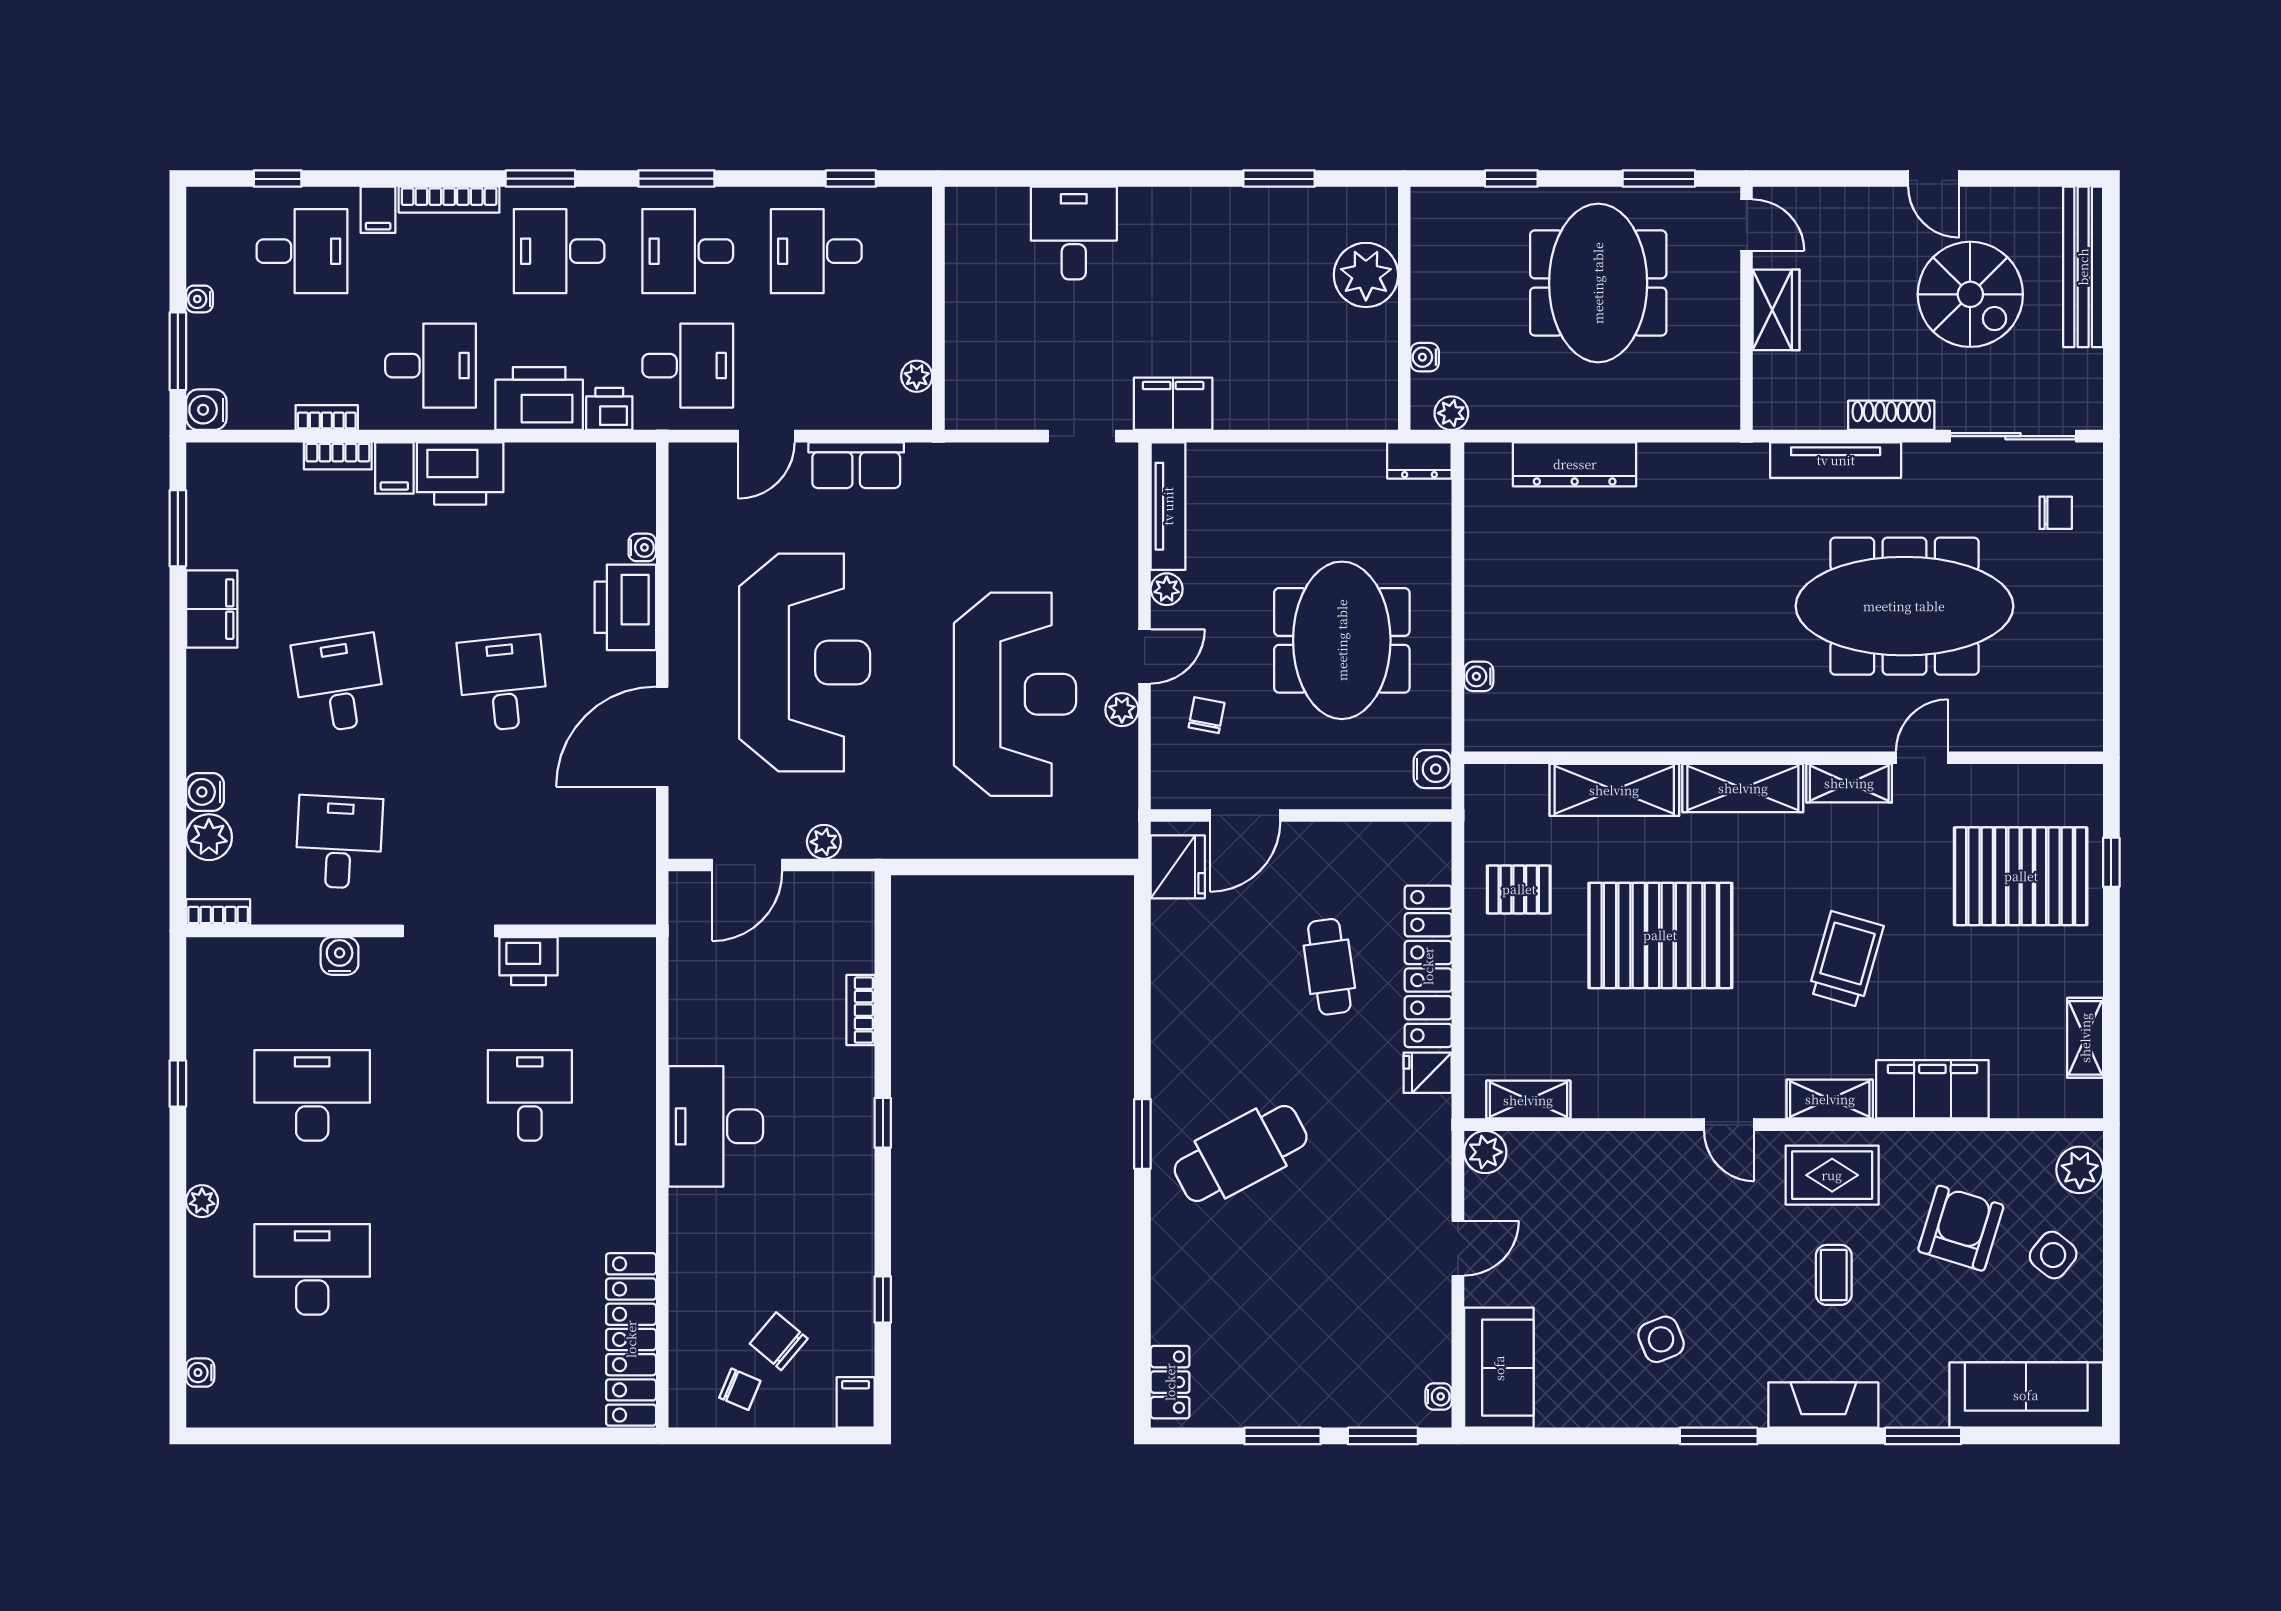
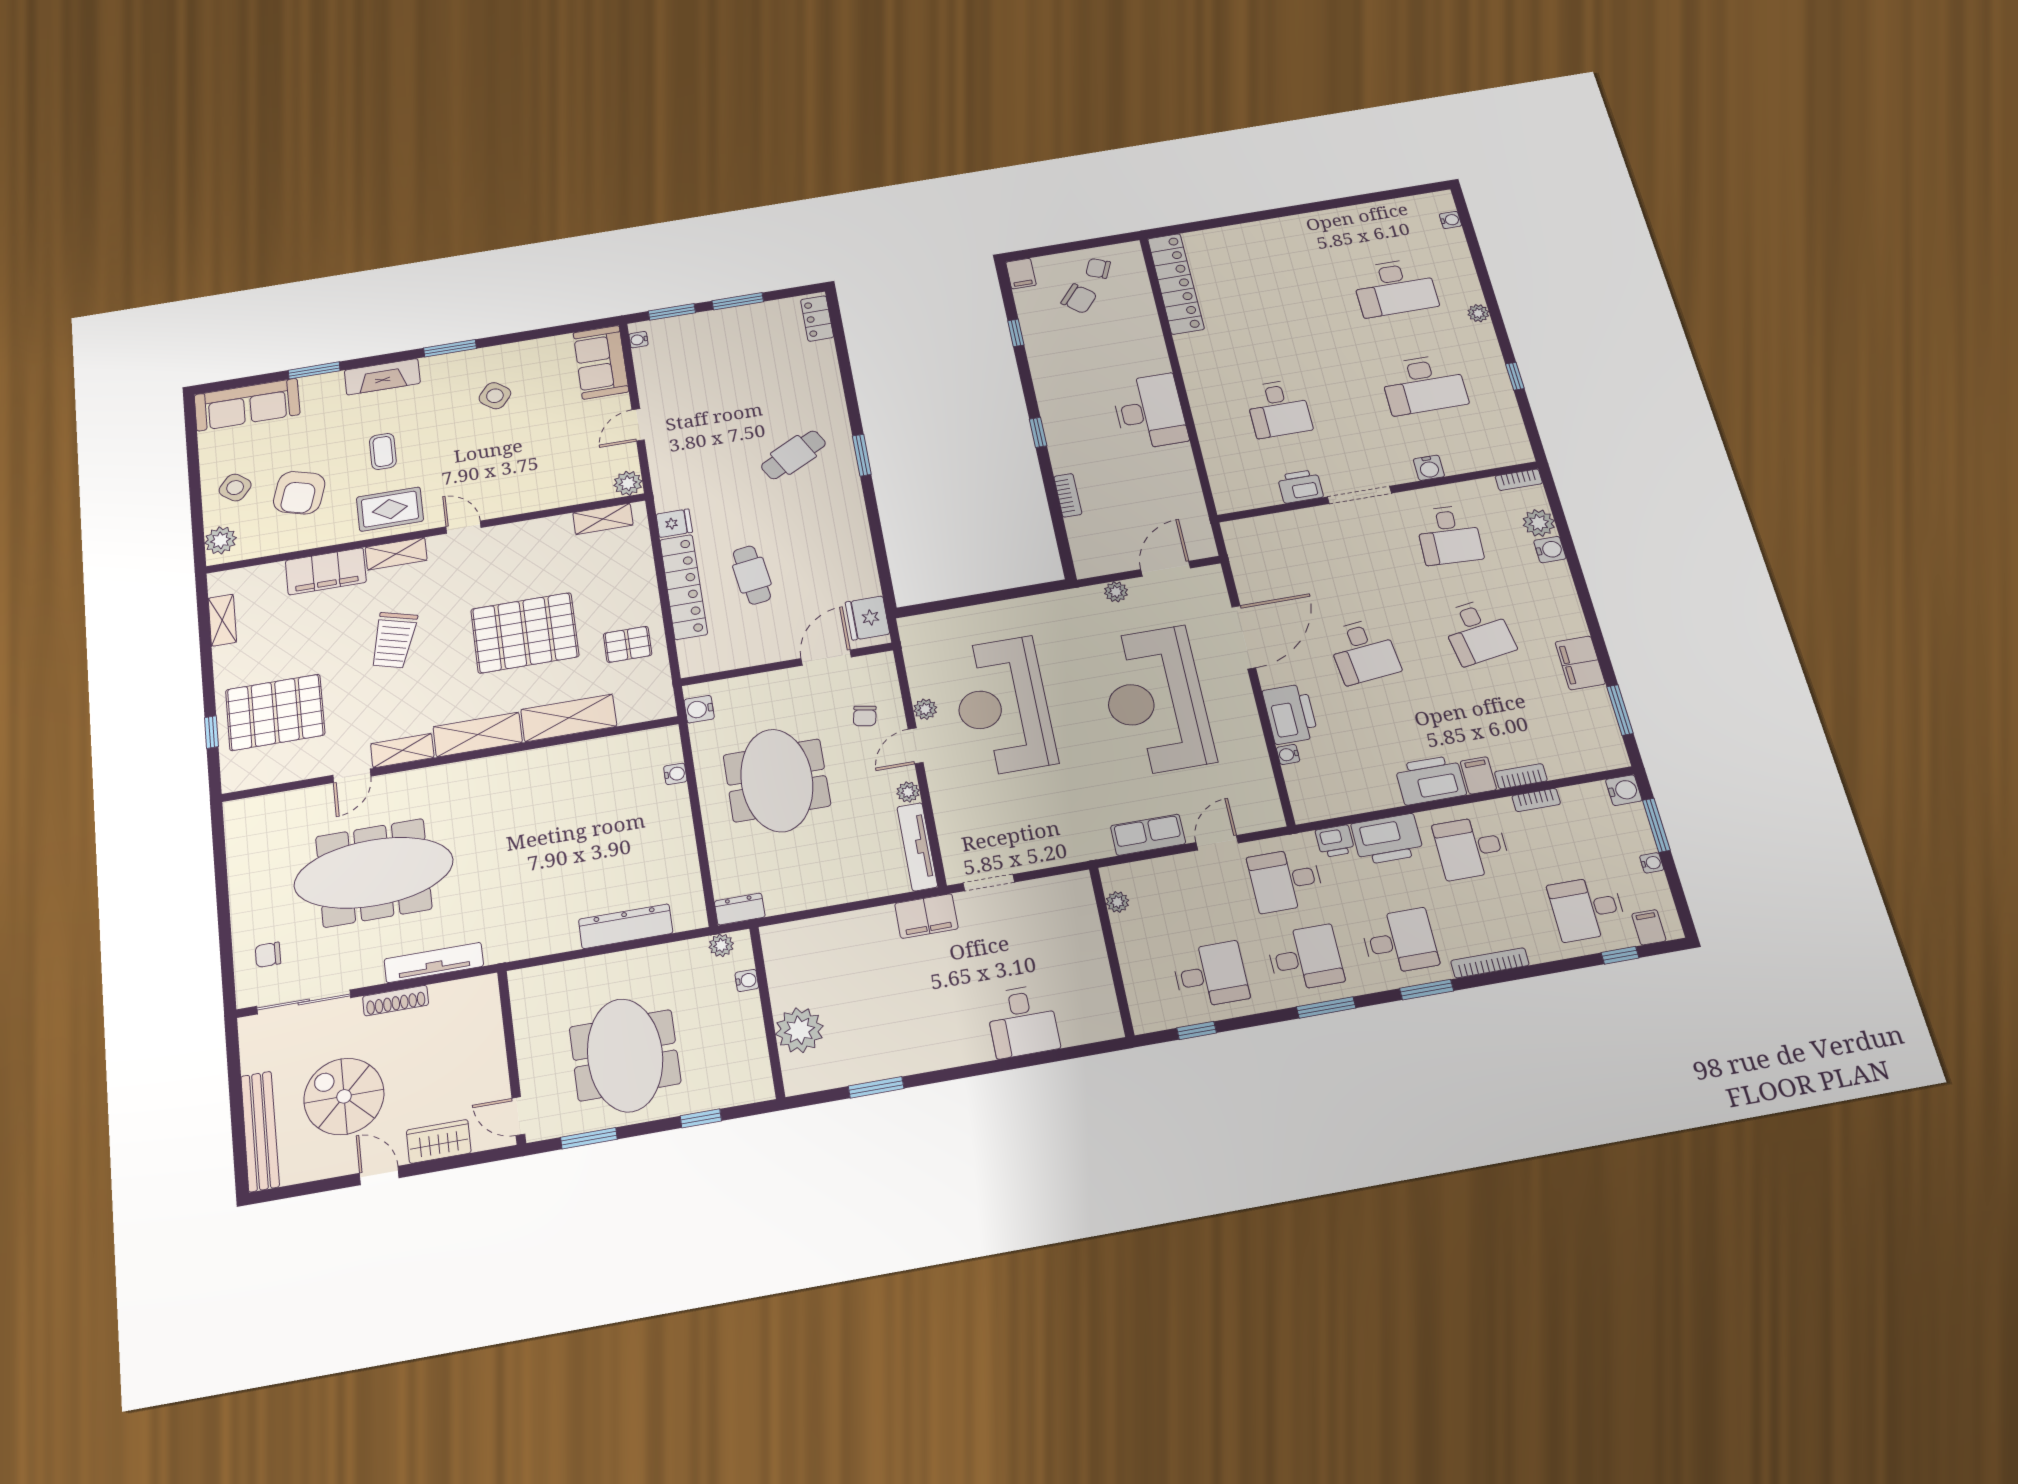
filing cabinet: (378, 210) -> (1649, 927), moved
wardrobe: (1776, 310) -> (439, 1141), moved, turned 90
cafe table: (1241, 1153) -> (793, 455), width x0.73, depth x0.74
side table: (1661, 1339) -> (495, 396), turned -30

